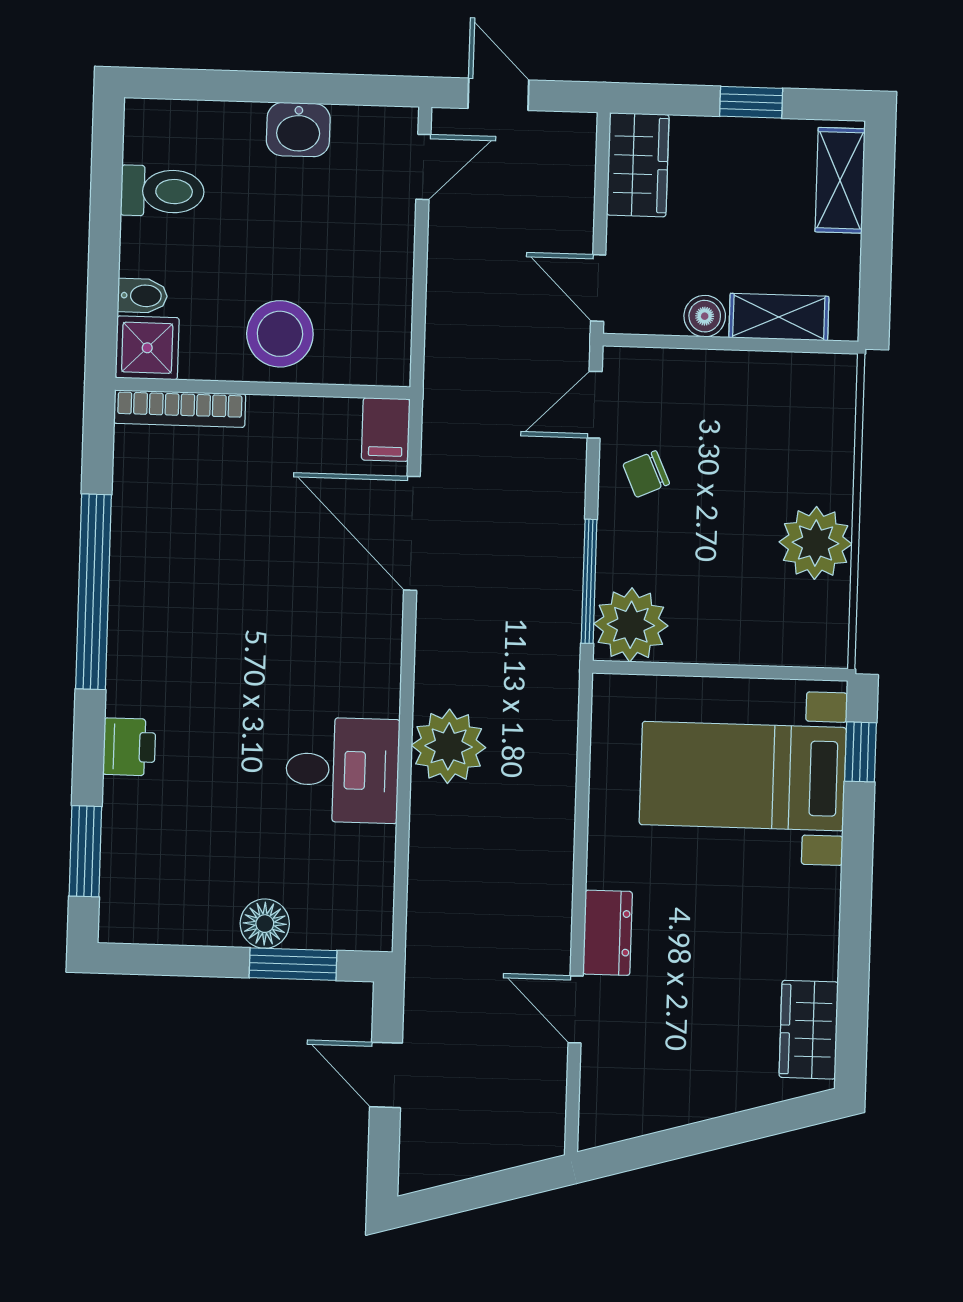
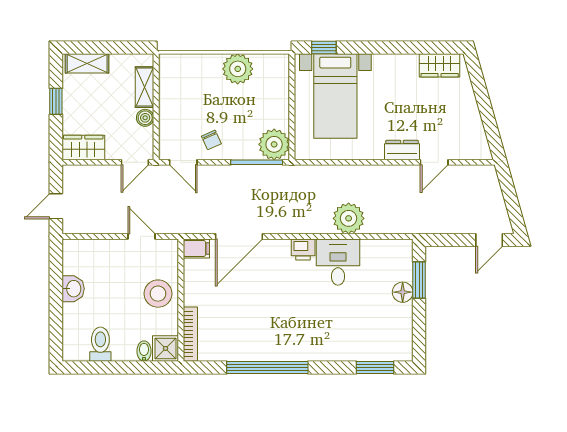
door: (423, 167) -> (142, 236), moved
plant: (449, 746) -> (349, 218), moved
printer: (129, 747) -> (303, 249), moved, turned 180
door: (386, 1075) -> (489, 240), moved

